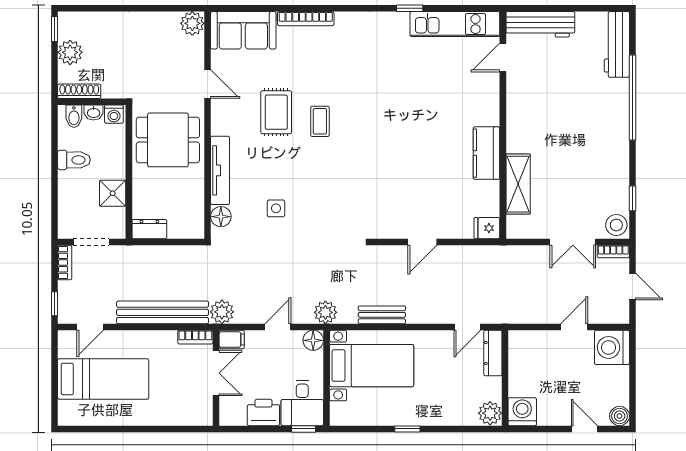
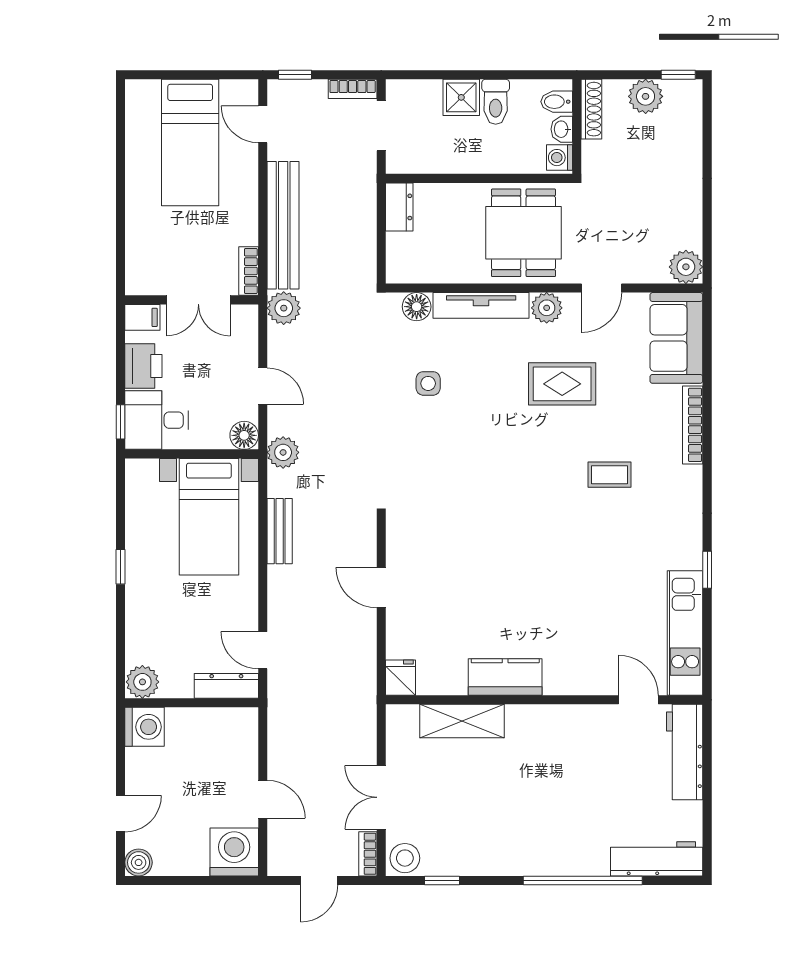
coffee table: (320, 121) -> (610, 475), moved
plant: (222, 123) -> (547, 308), added
shower: (113, 193) -> (461, 97), moved
filing cabinet: (232, 340) -> (142, 317), moved, turned -90

